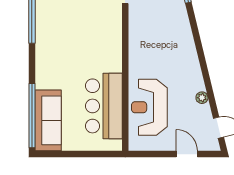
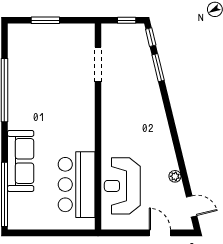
sofa: (48, 120) -> (21, 161), moved

